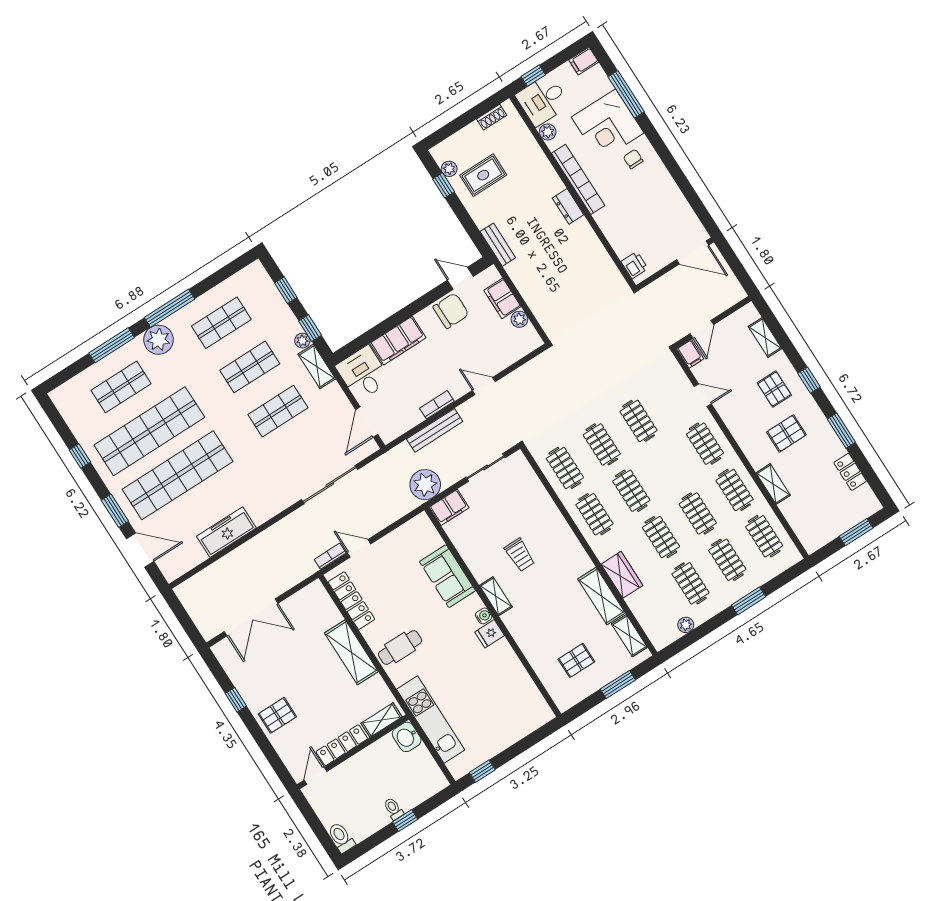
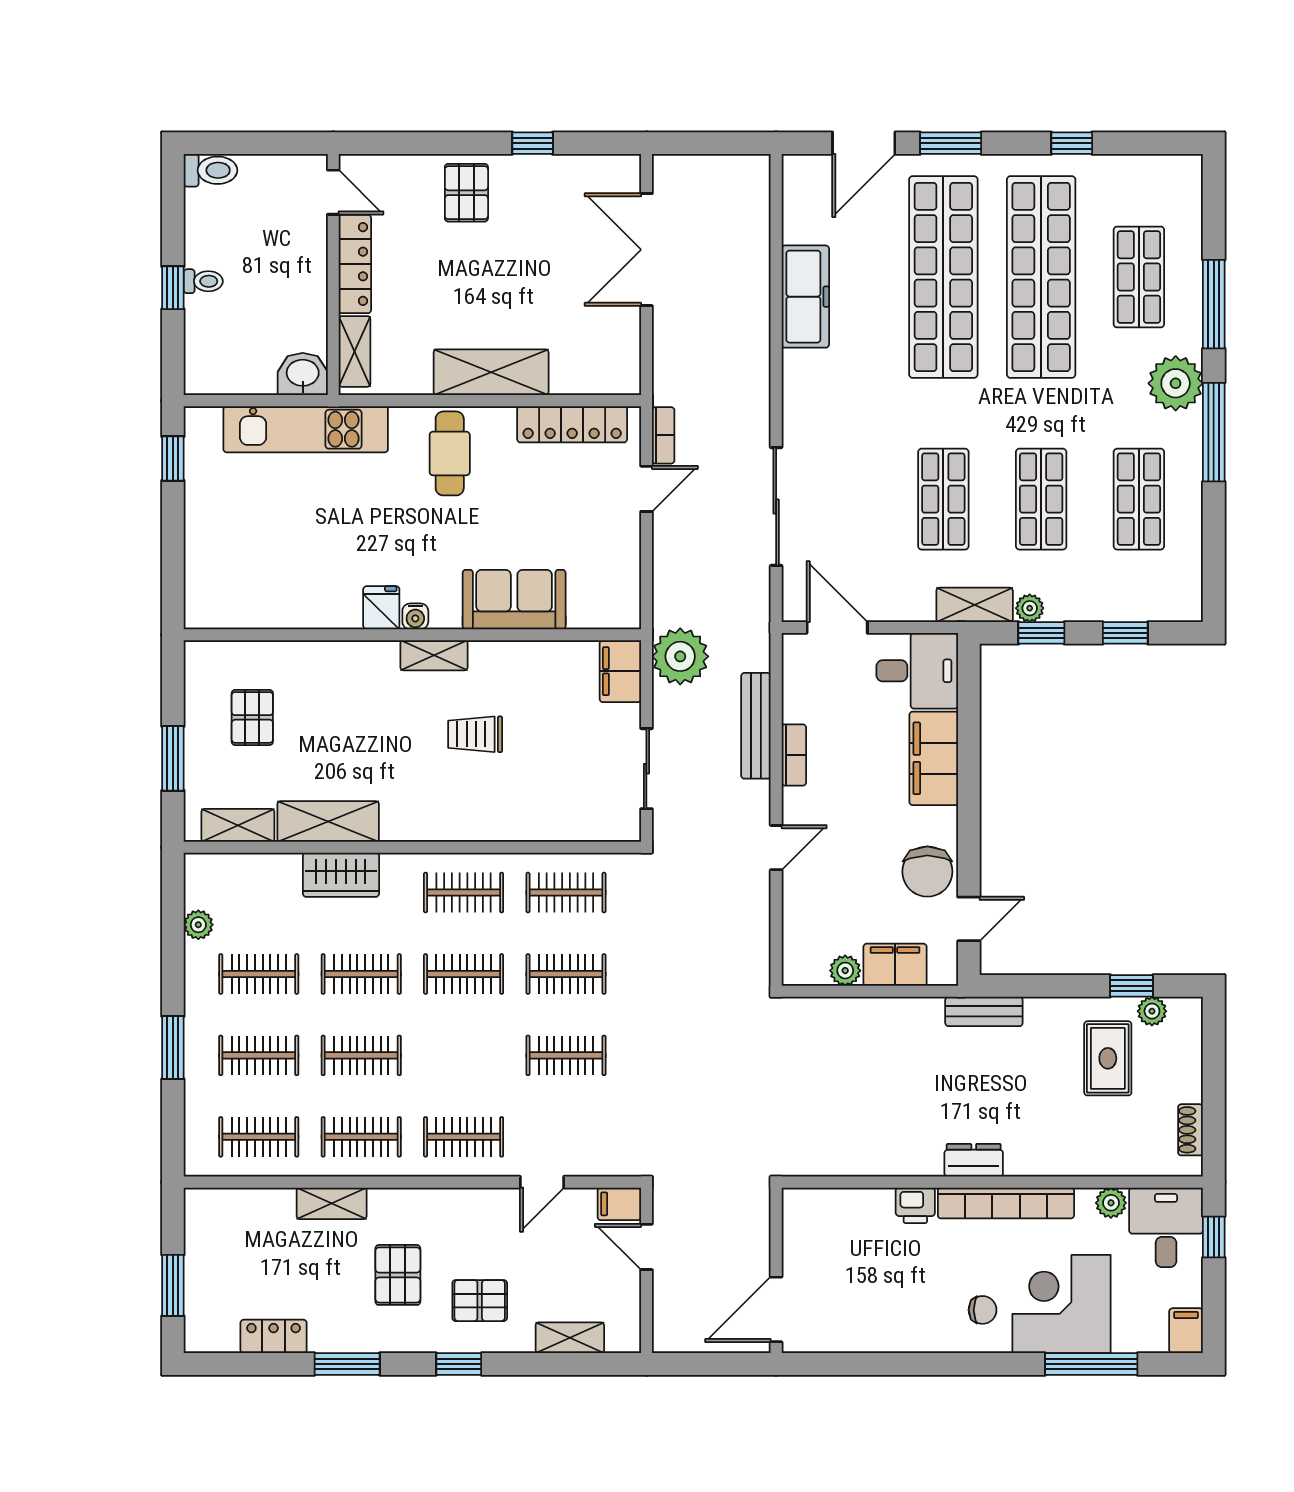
printer: (634, 265) -> (915, 1205), moved

